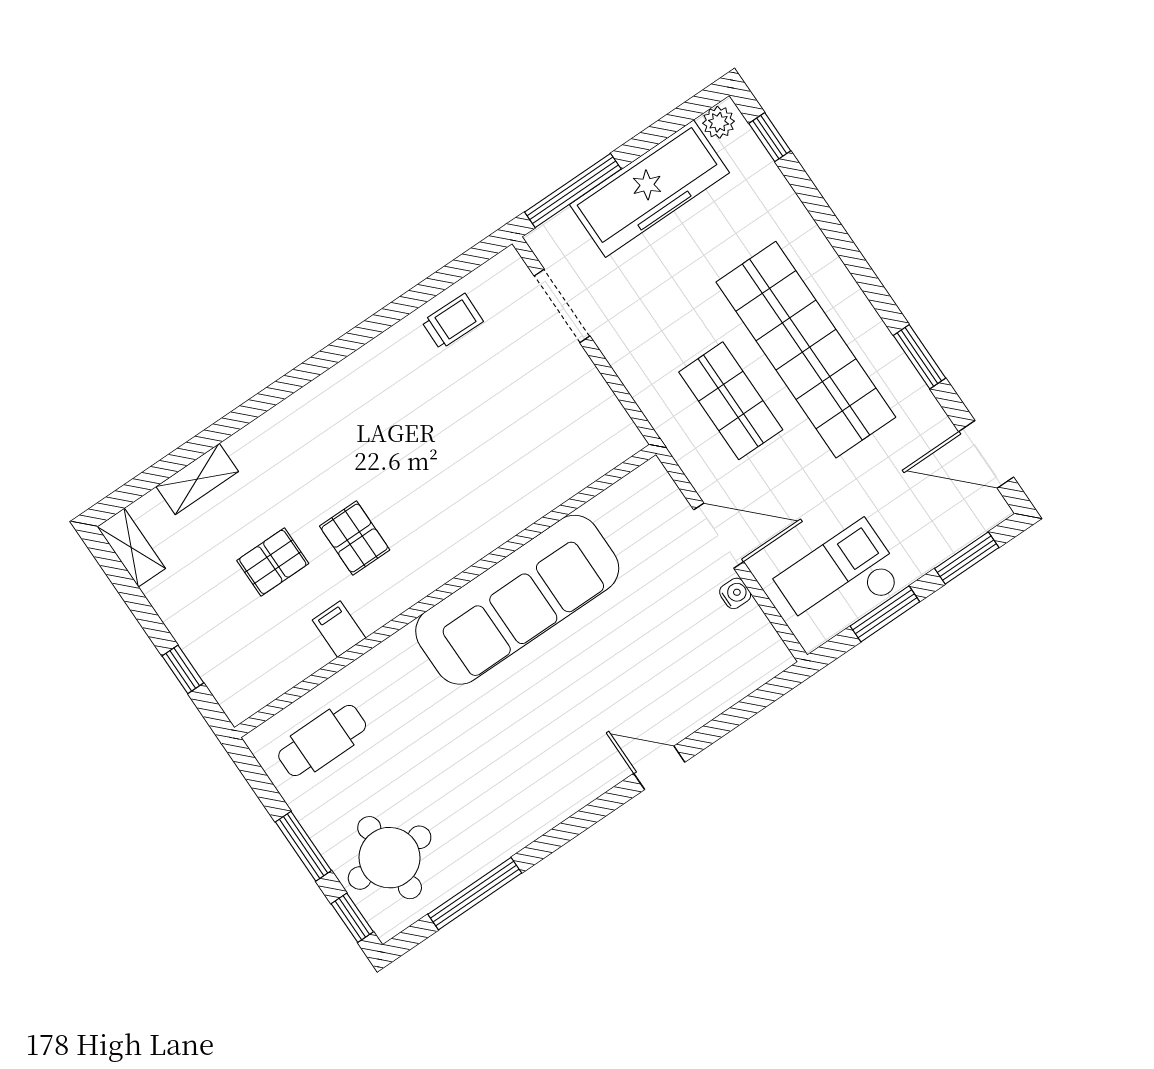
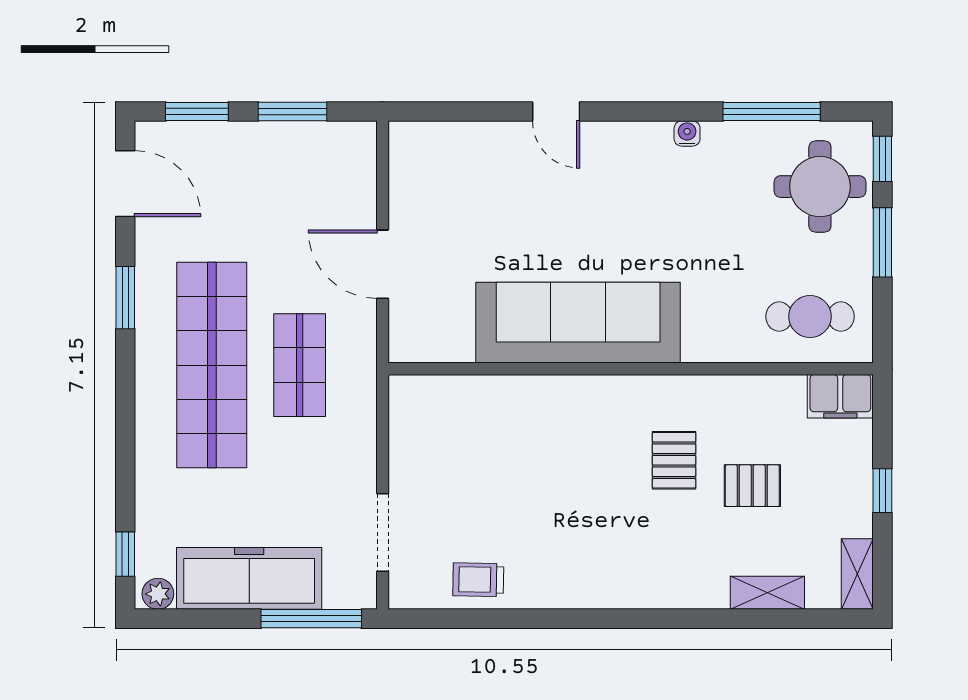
checkout: (840, 580) -> (310, 163), removed
water cooler: (735, 593) -> (687, 134), moved, turned 90
filing cabinet: (339, 629) -> (840, 396), moved, width x2.00
window: (183, 669) -> (882, 491), moved

